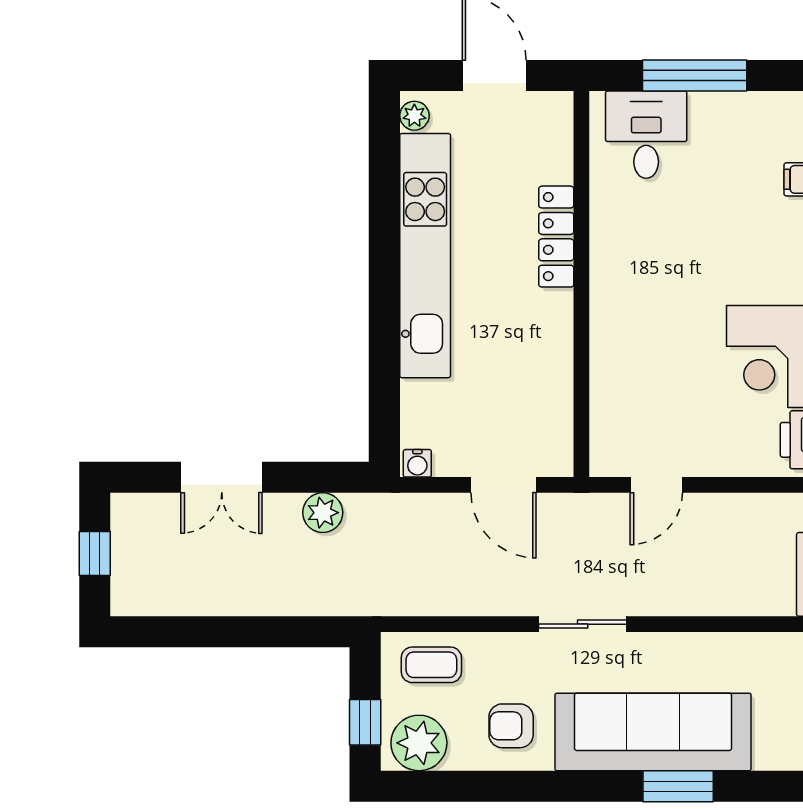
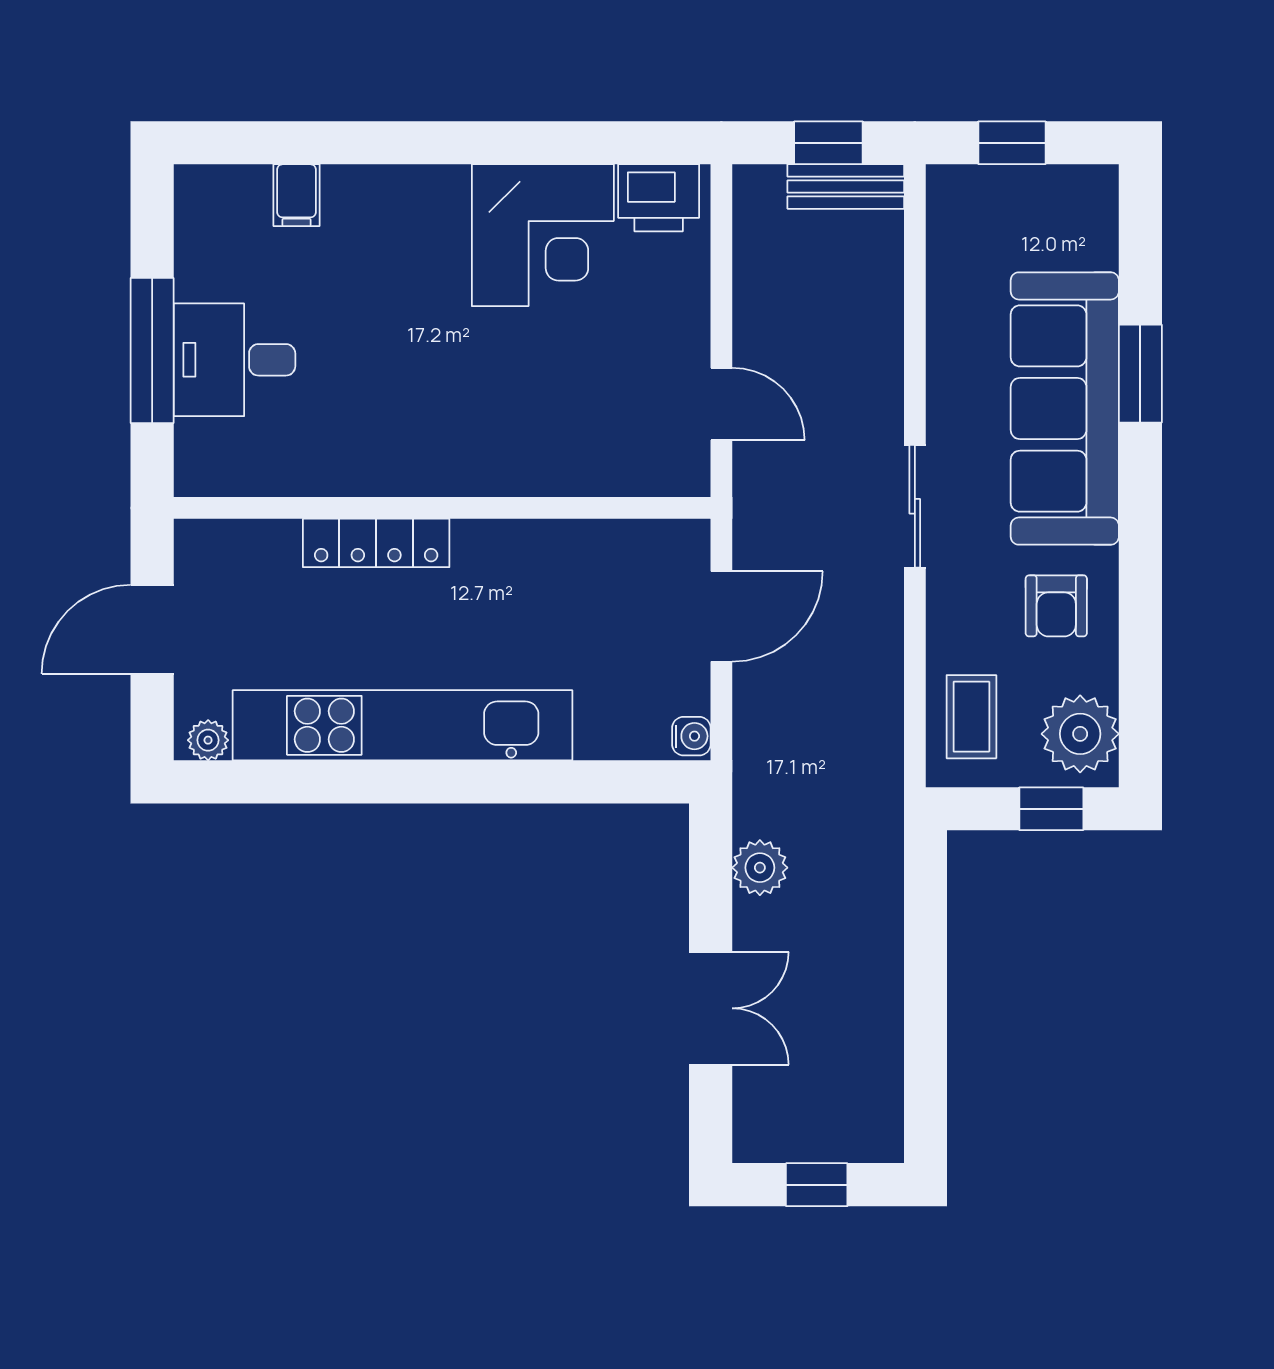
desk: (646, 135) -> (234, 360), moved

